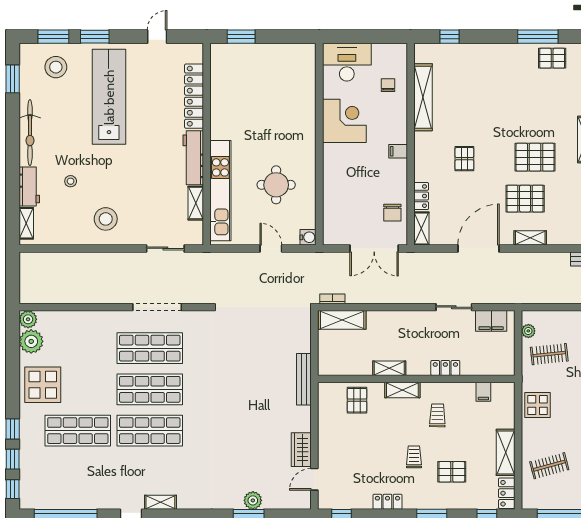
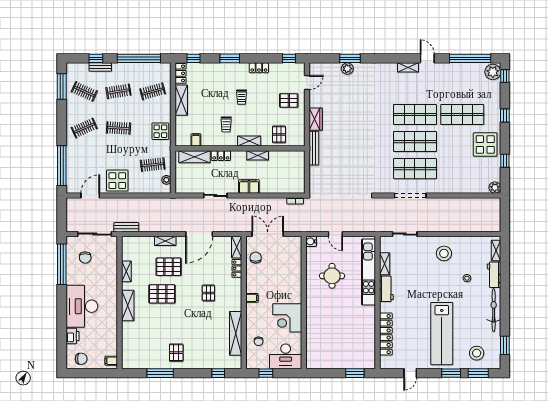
window: (377, 37) -> (266, 373), added
pallet: (552, 58) -> (176, 353), moved, turned 90
workbench: (193, 158) -> (386, 289), width x0.73
shelving: (342, 320) -> (195, 157), moved
filing cabinet: (491, 321) -> (249, 186), moved
plant: (31, 341) -> (493, 72), moved
wardrobe: (301, 450) -> (316, 119), moved
window: (13, 459) -> (505, 161), moved
pallet: (452, 472) -> (289, 100), moved

